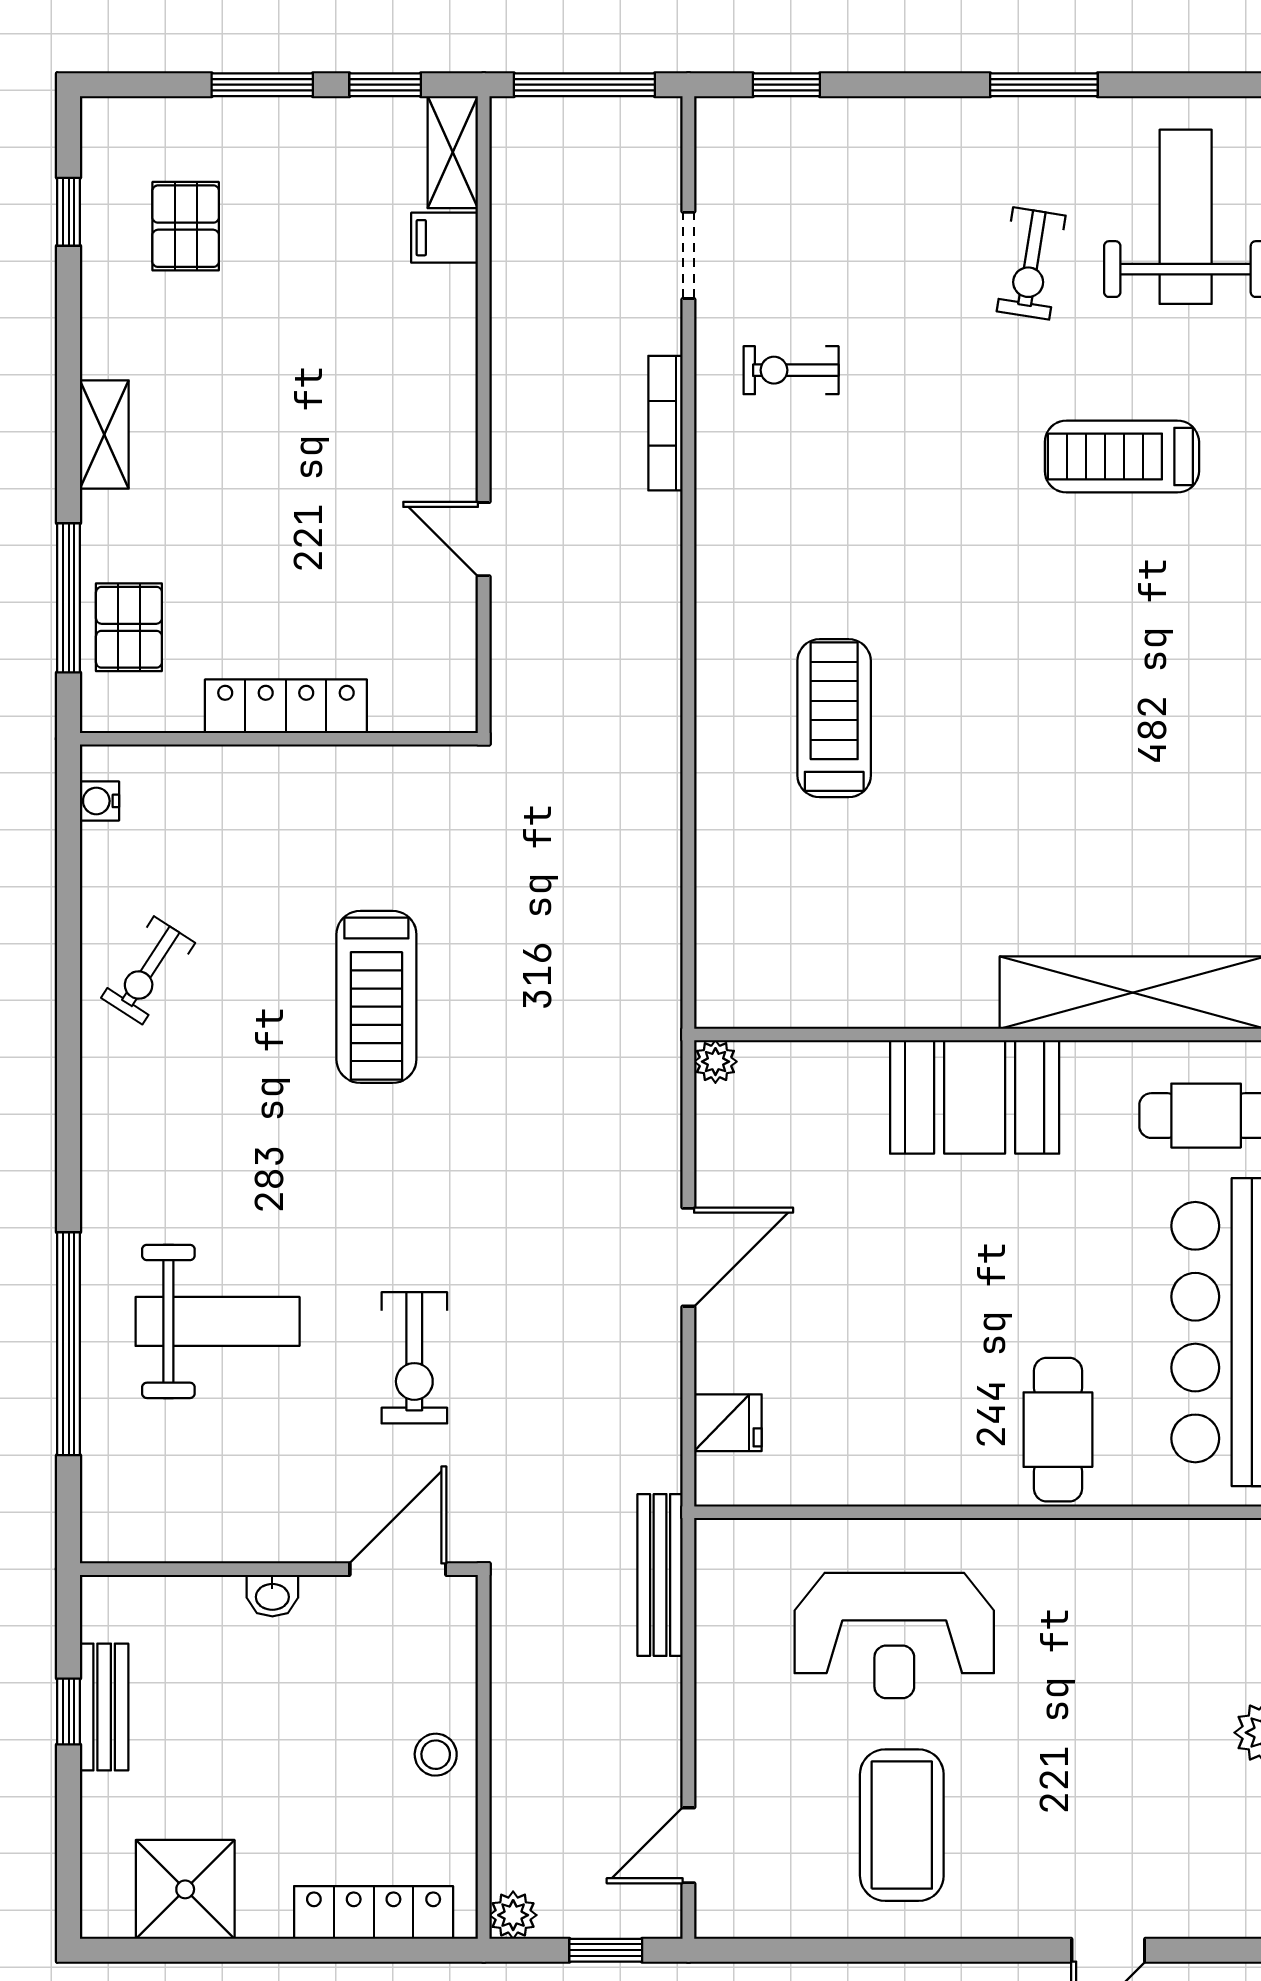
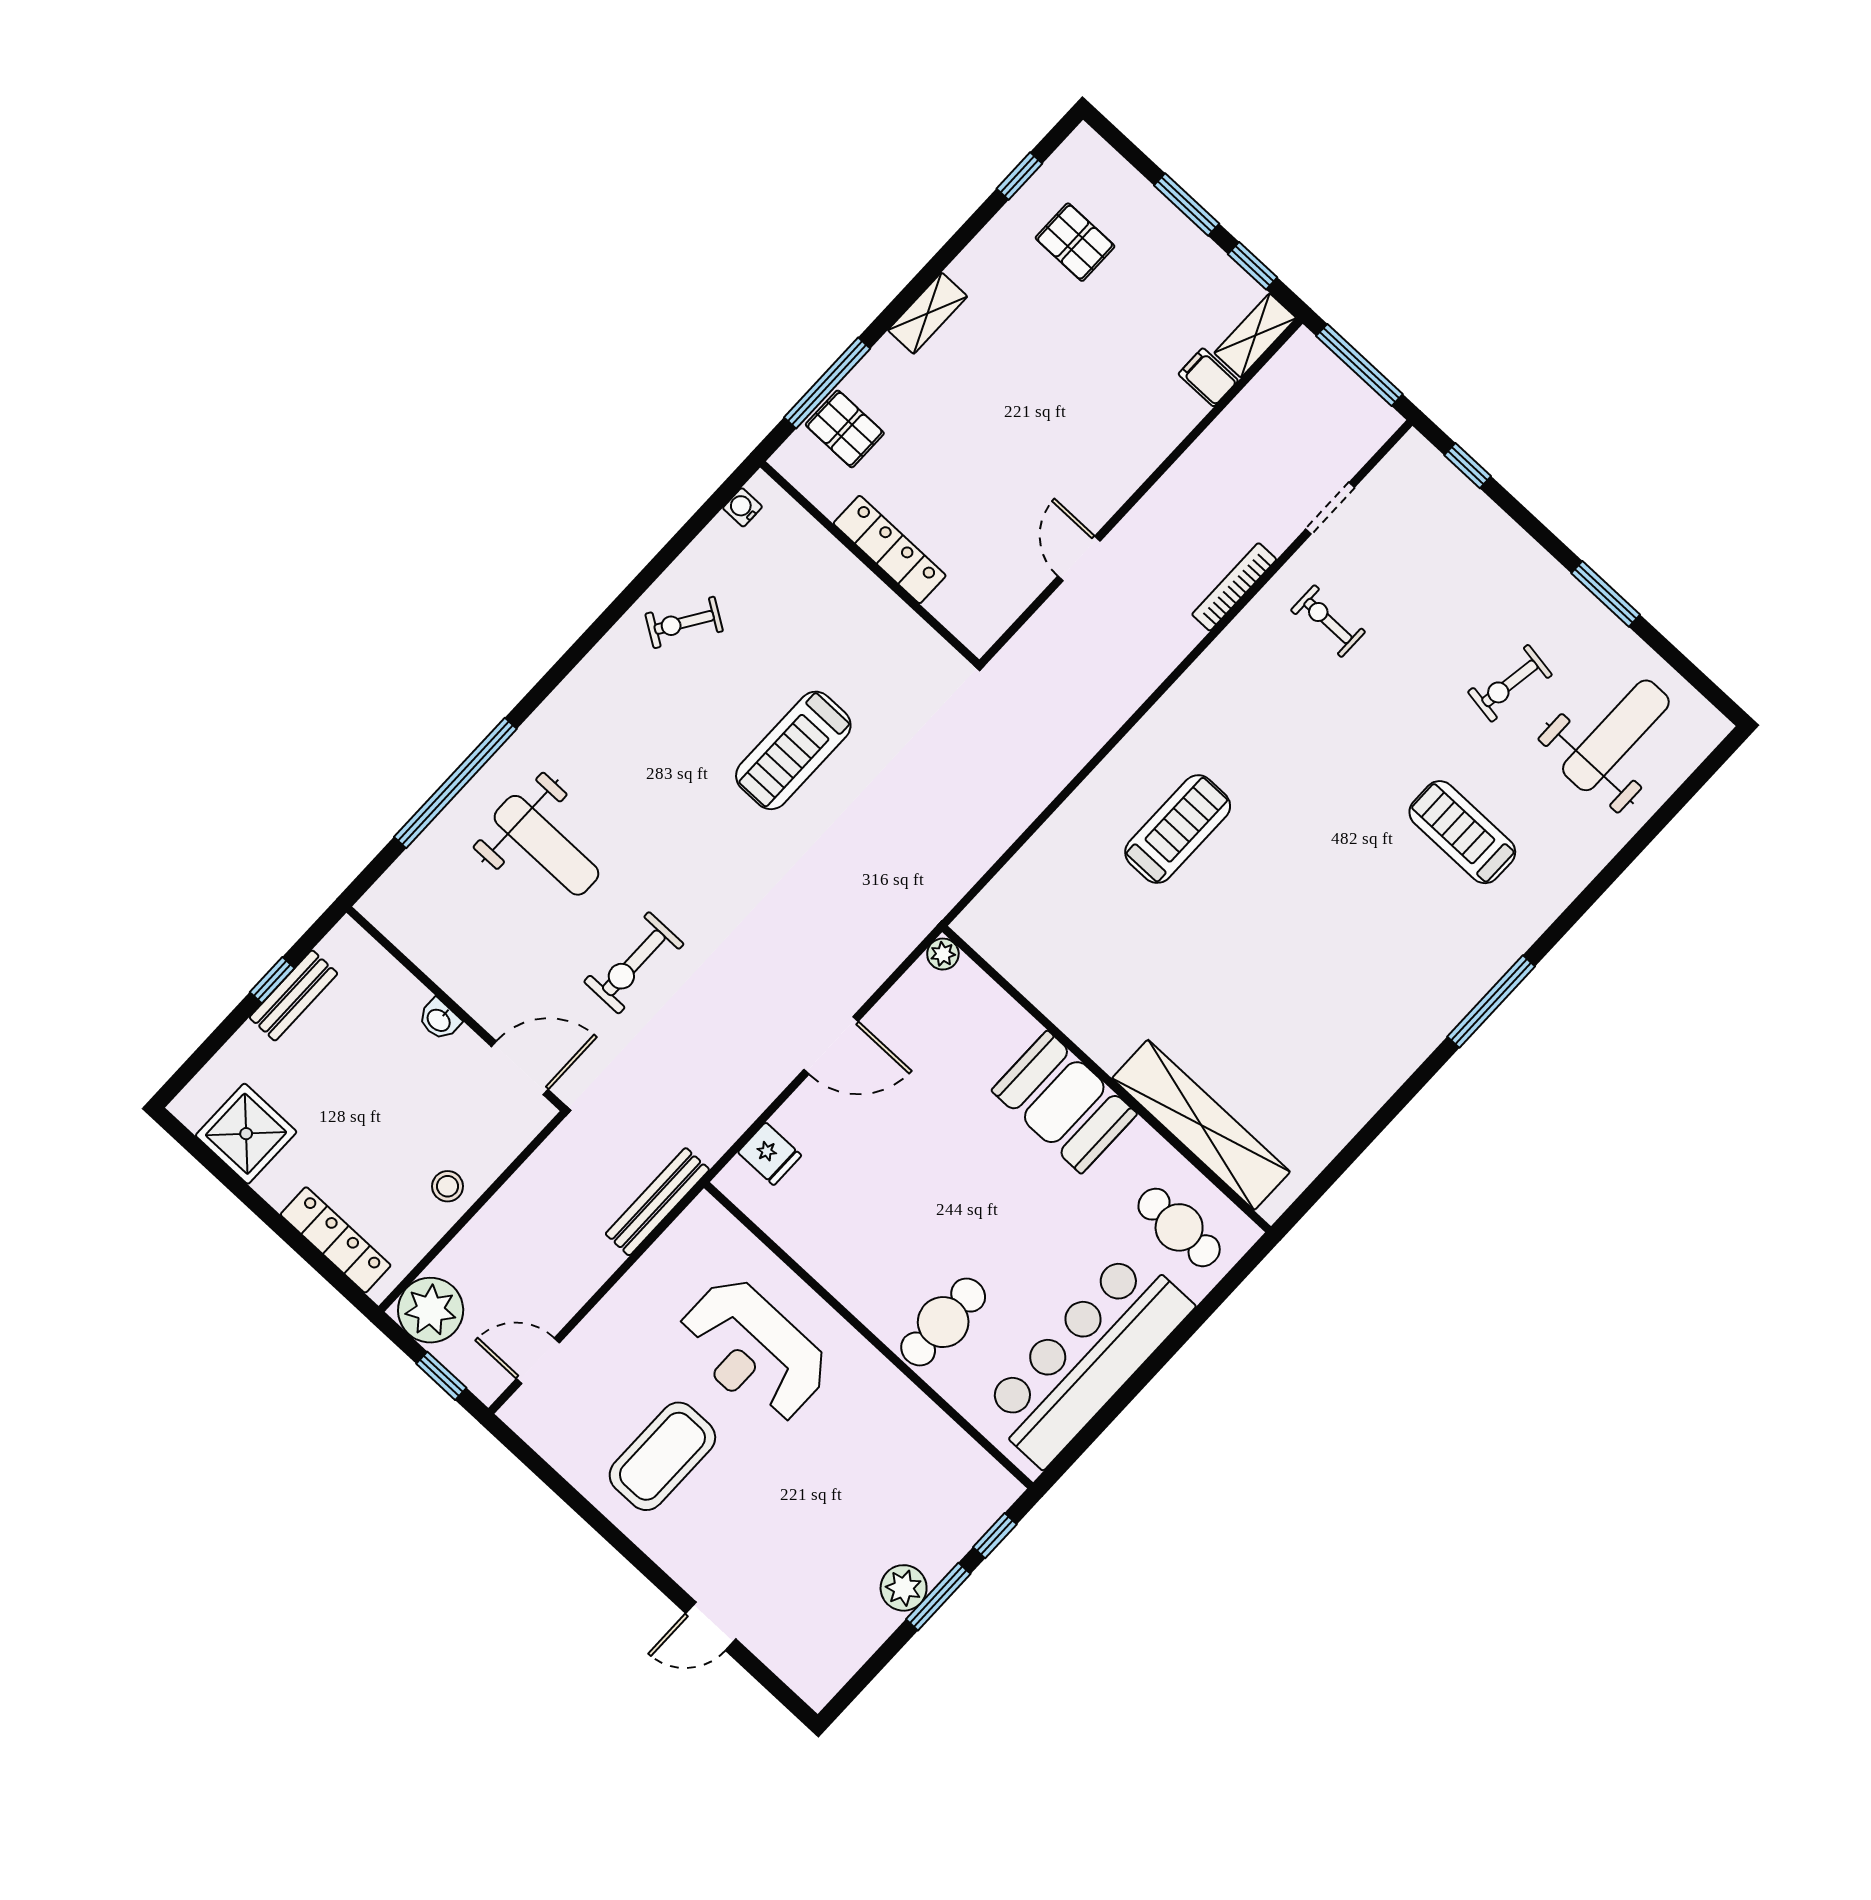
pallet: (186, 226) -> (1075, 242), turned 90
pallet: (129, 627) -> (845, 429), turned 90
plant: (513, 1915) -> (431, 1310), width x1.88, depth x1.88

